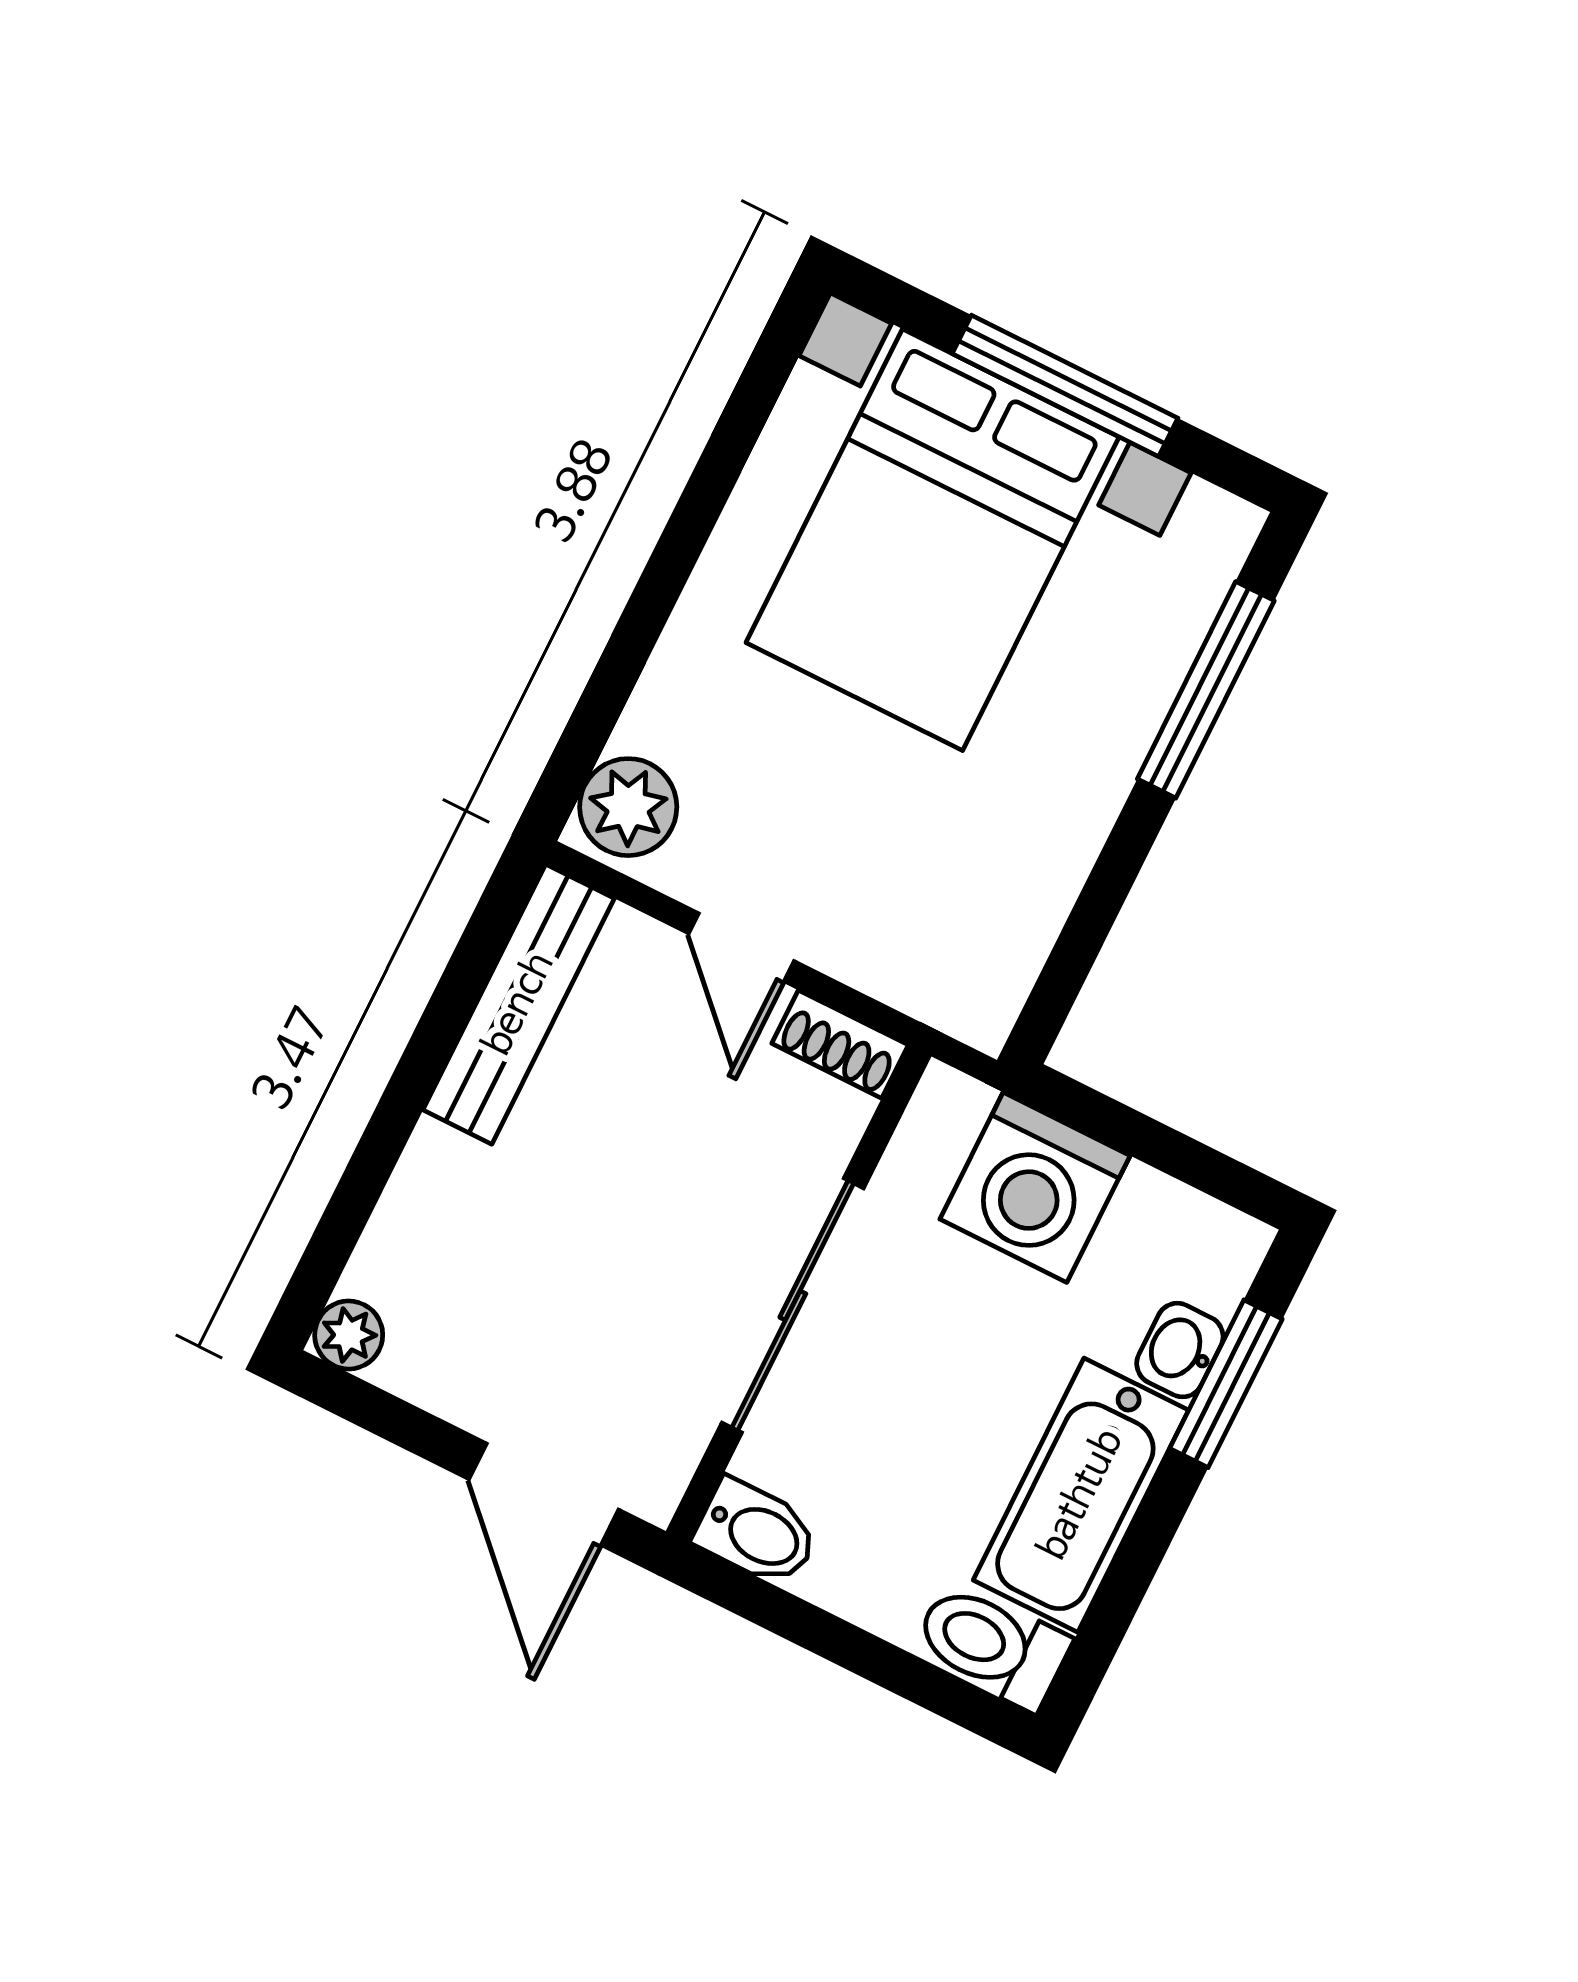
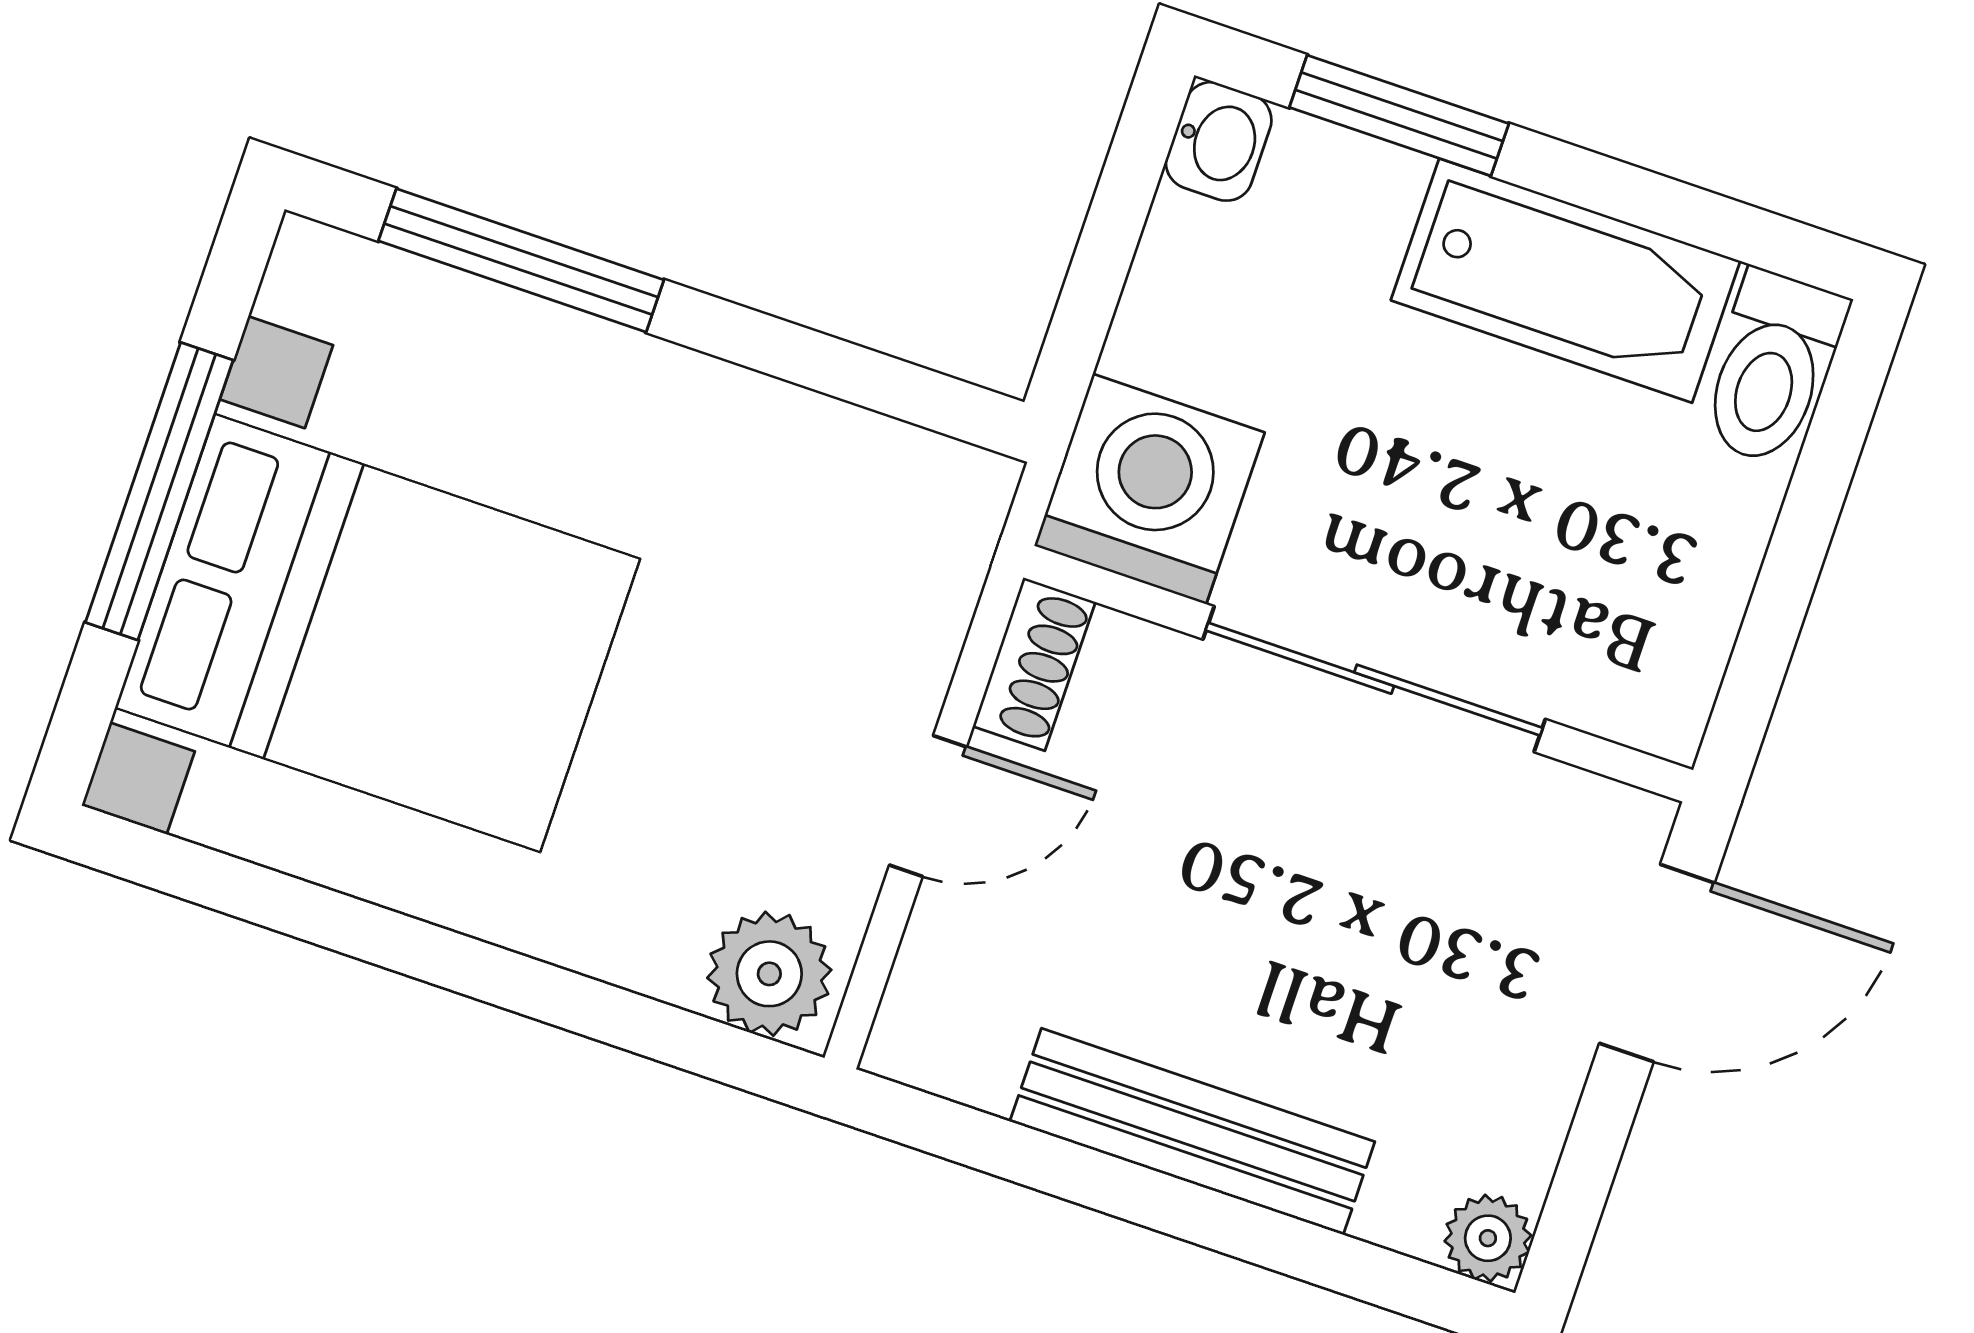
bench: (519, 1004) -> (1192, 1132), moved
washing machine: (1035, 1187) -> (1149, 489), moved, turned -90
washbasin: (1180, 1350) -> (1219, 141), moved, turned -90
bidet: (757, 1533) -> (1669, 686), removed

